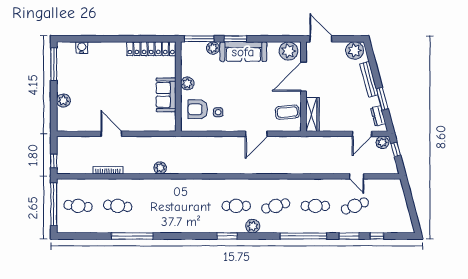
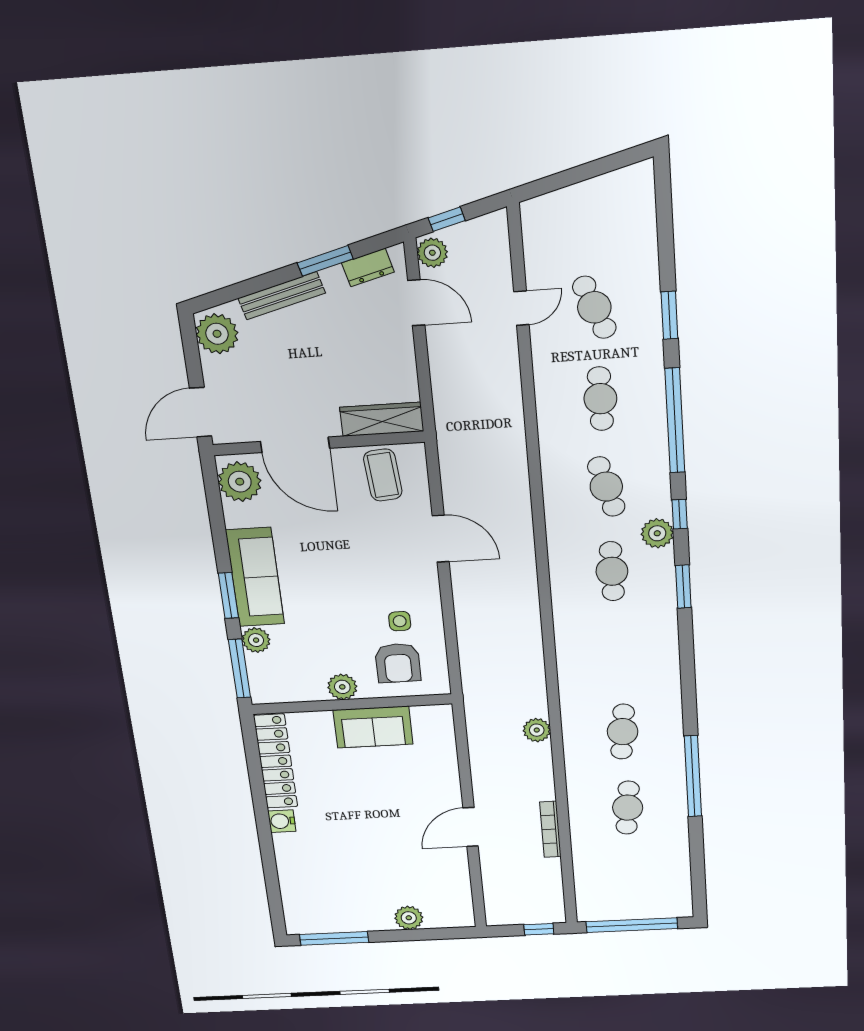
water cooler: (82, 48) -> (282, 821), moved
cafe table: (78, 206) -> (623, 732), moved
window: (377, 236) -> (680, 514), moved

